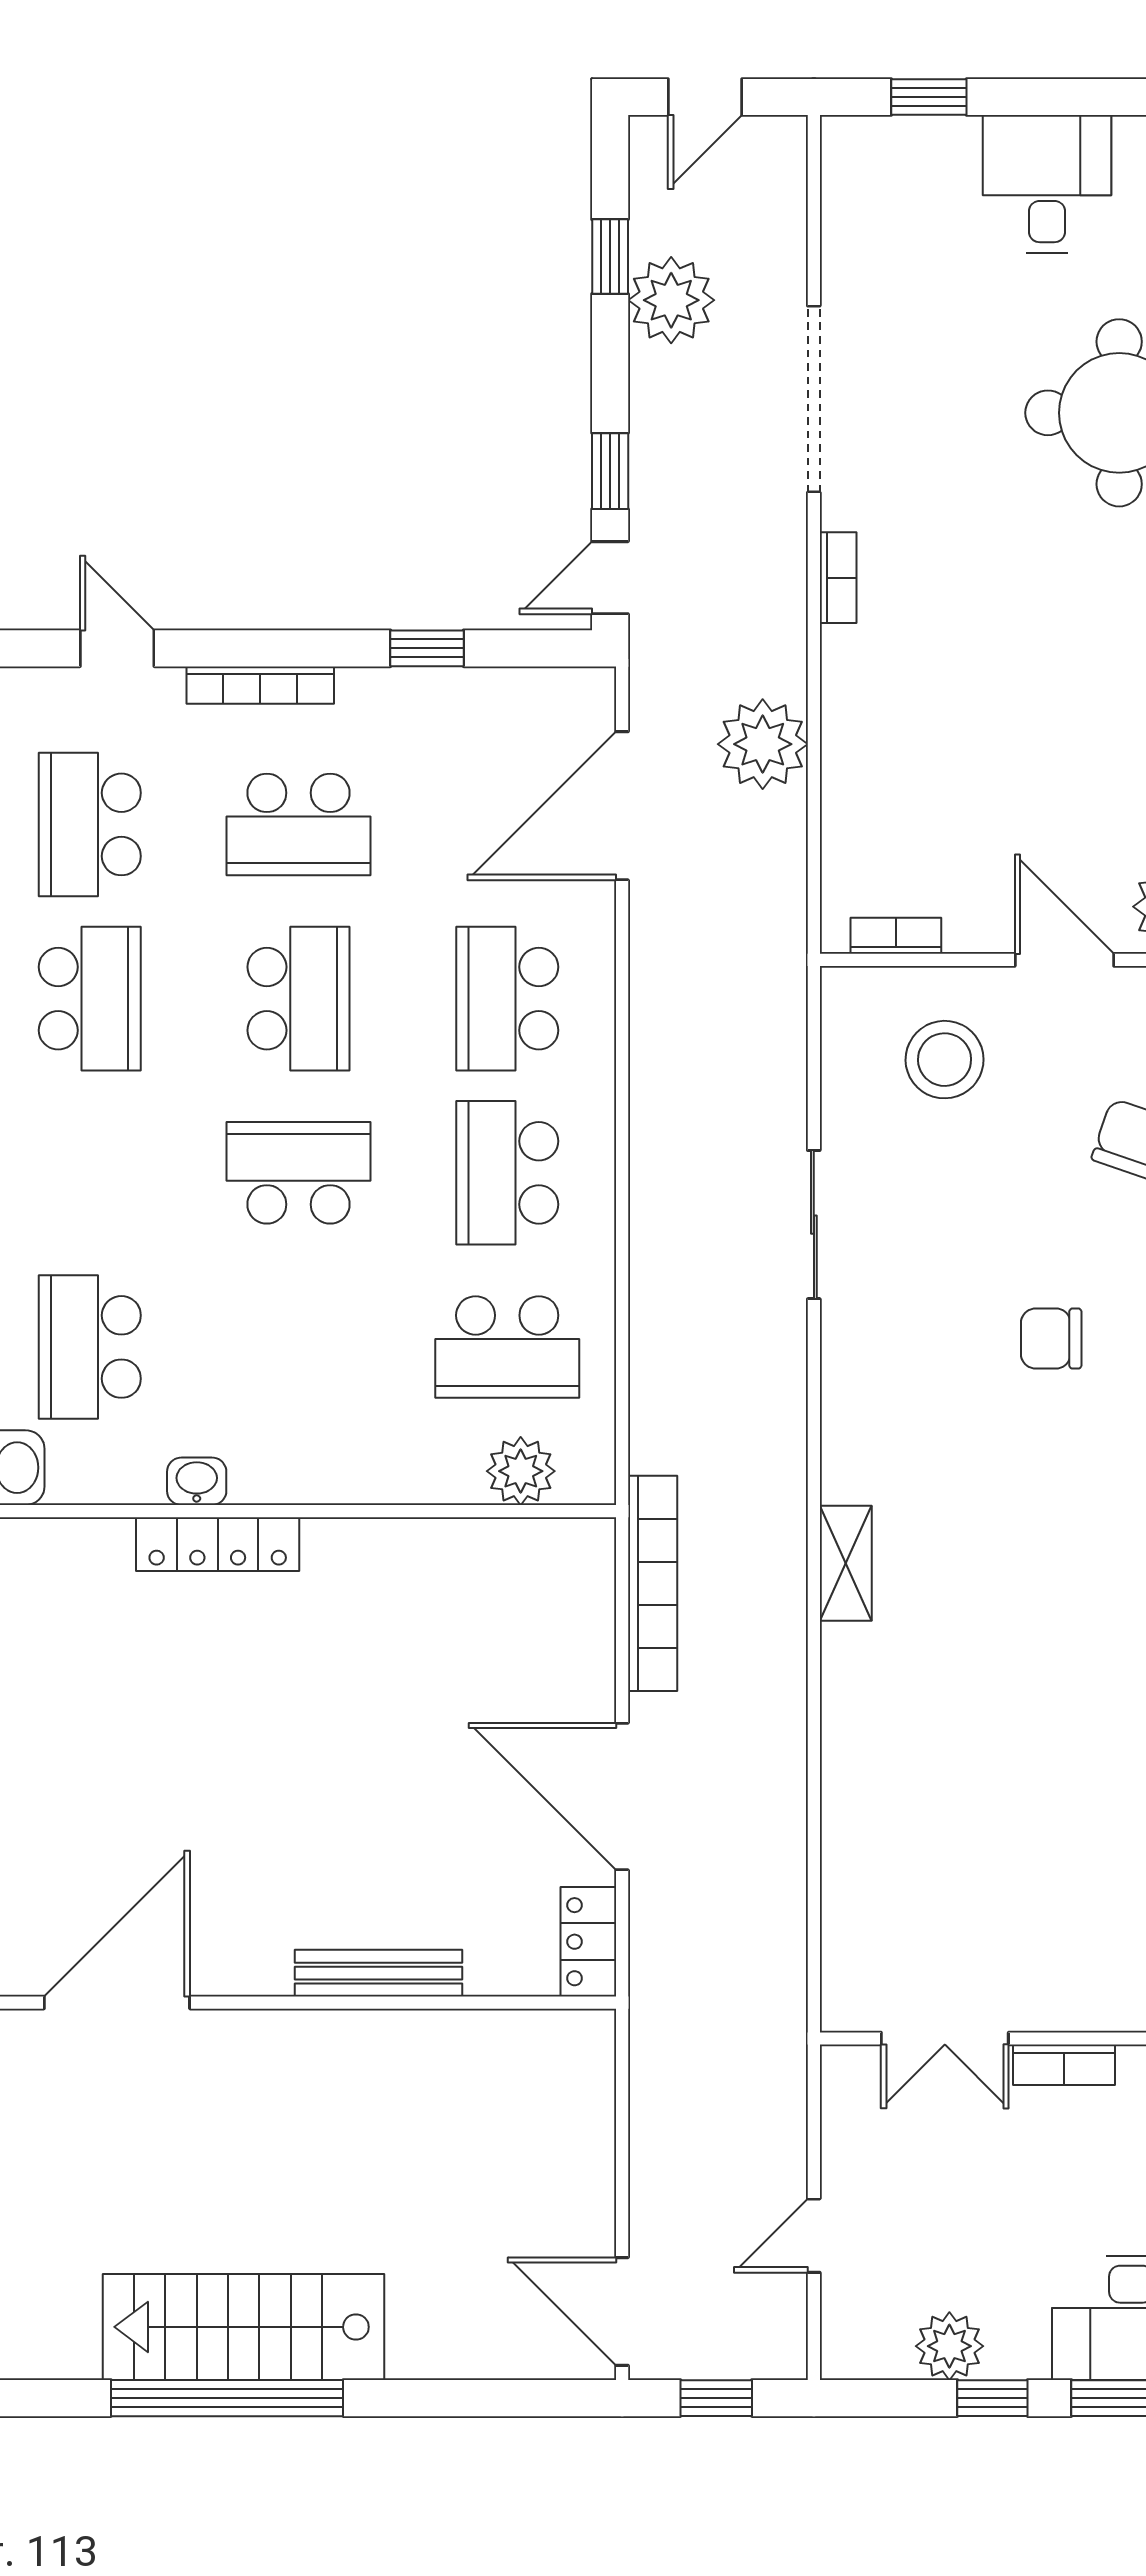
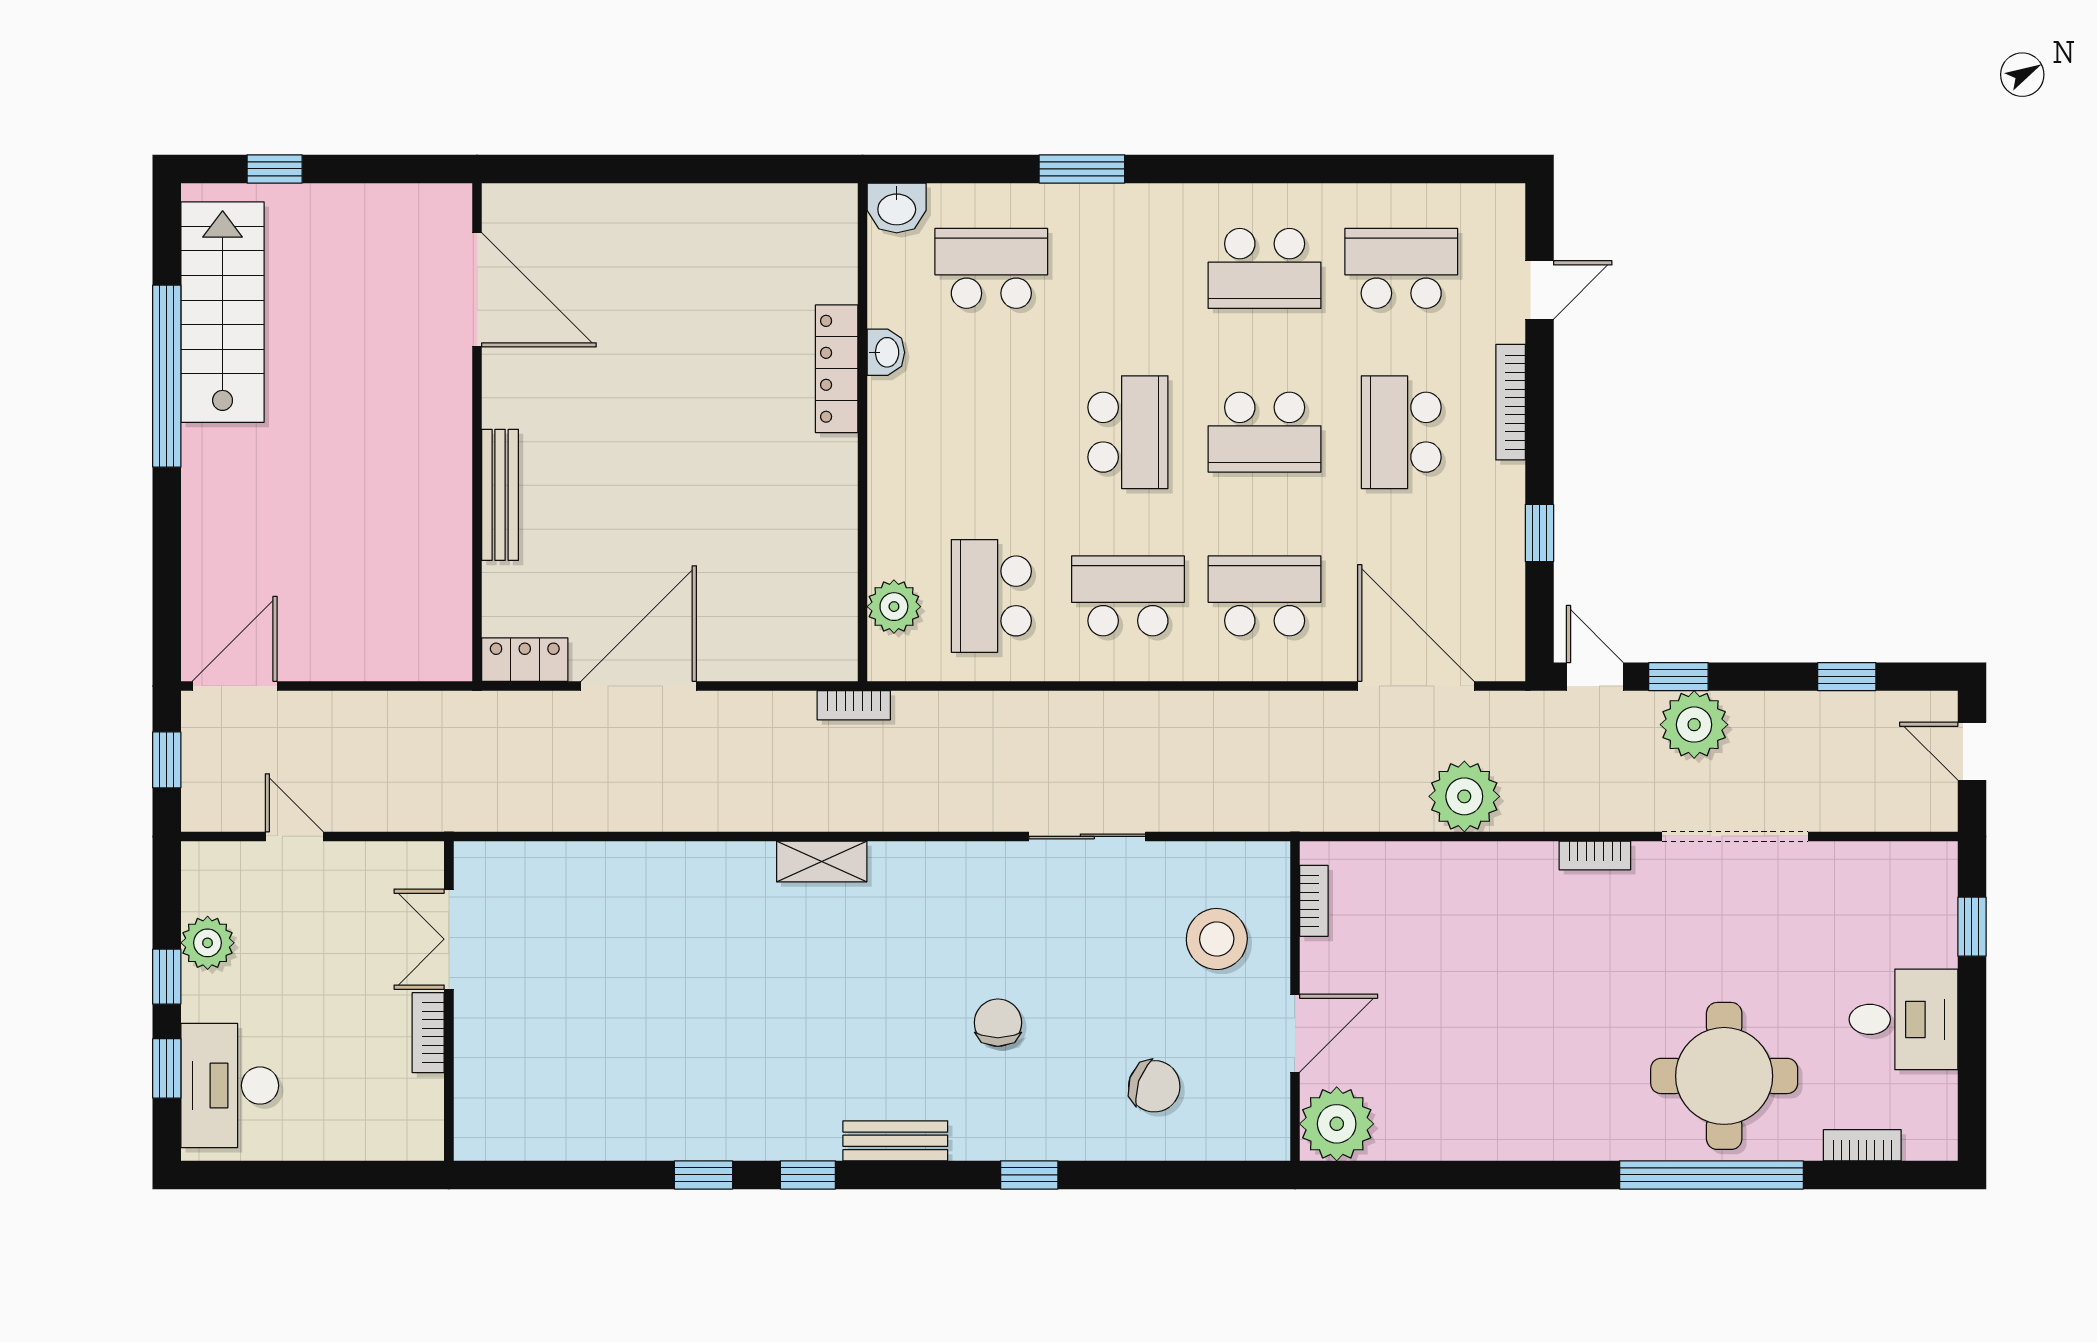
plant: (671, 300) -> (1694, 725), moved
bookcase: (653, 1583) -> (854, 705), width x0.43, depth x0.76
stairs: (243, 2327) -> (223, 312), moved

